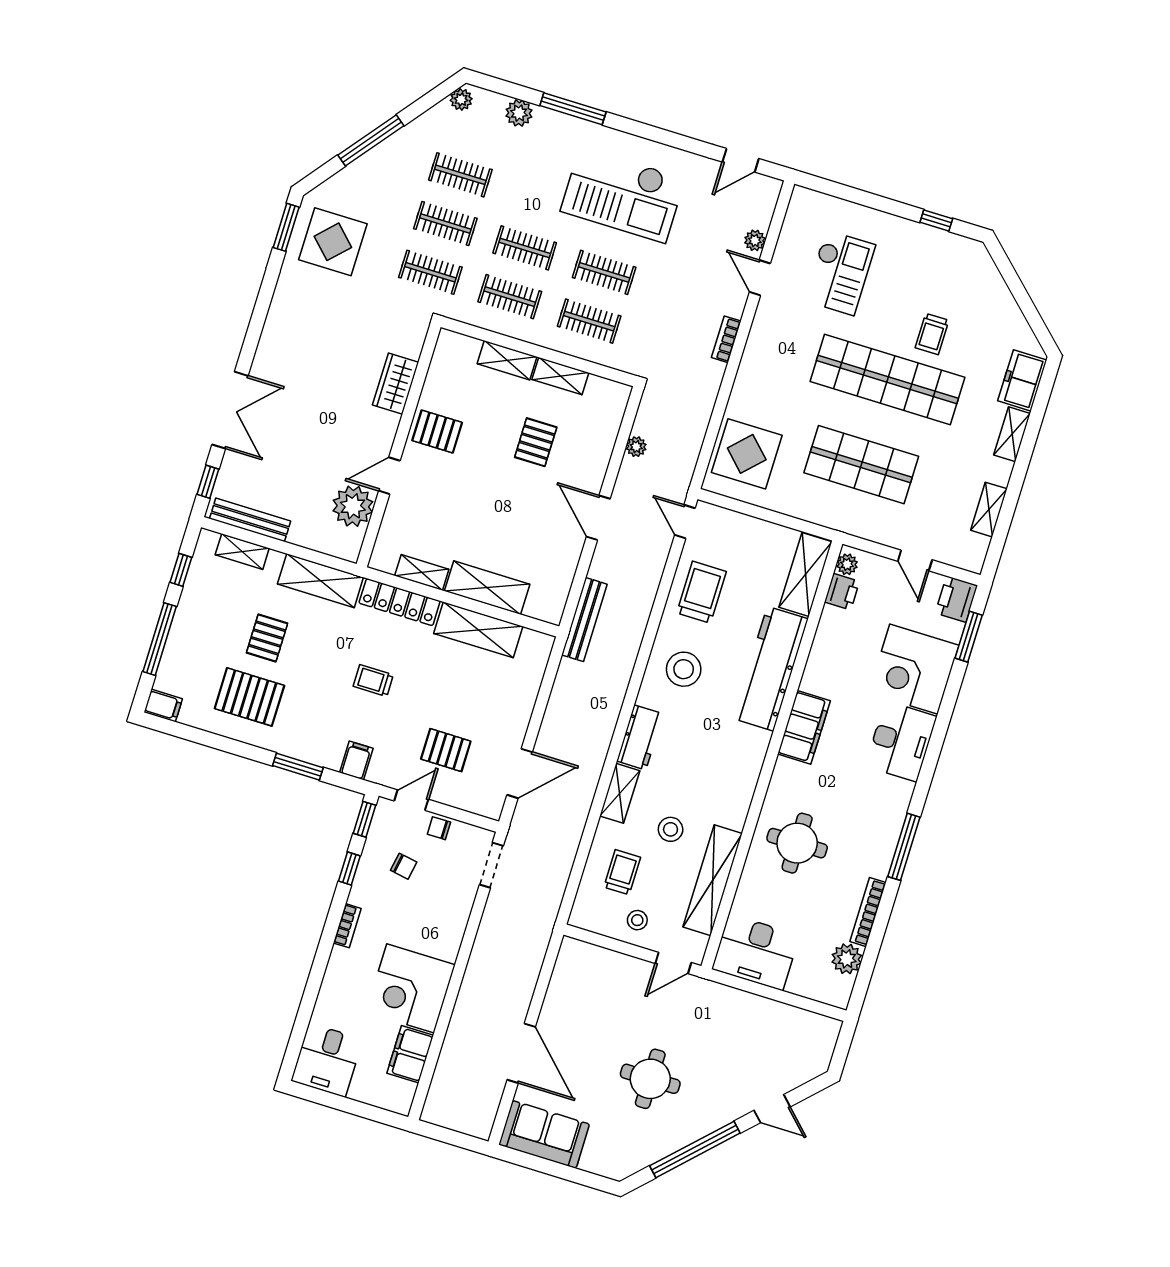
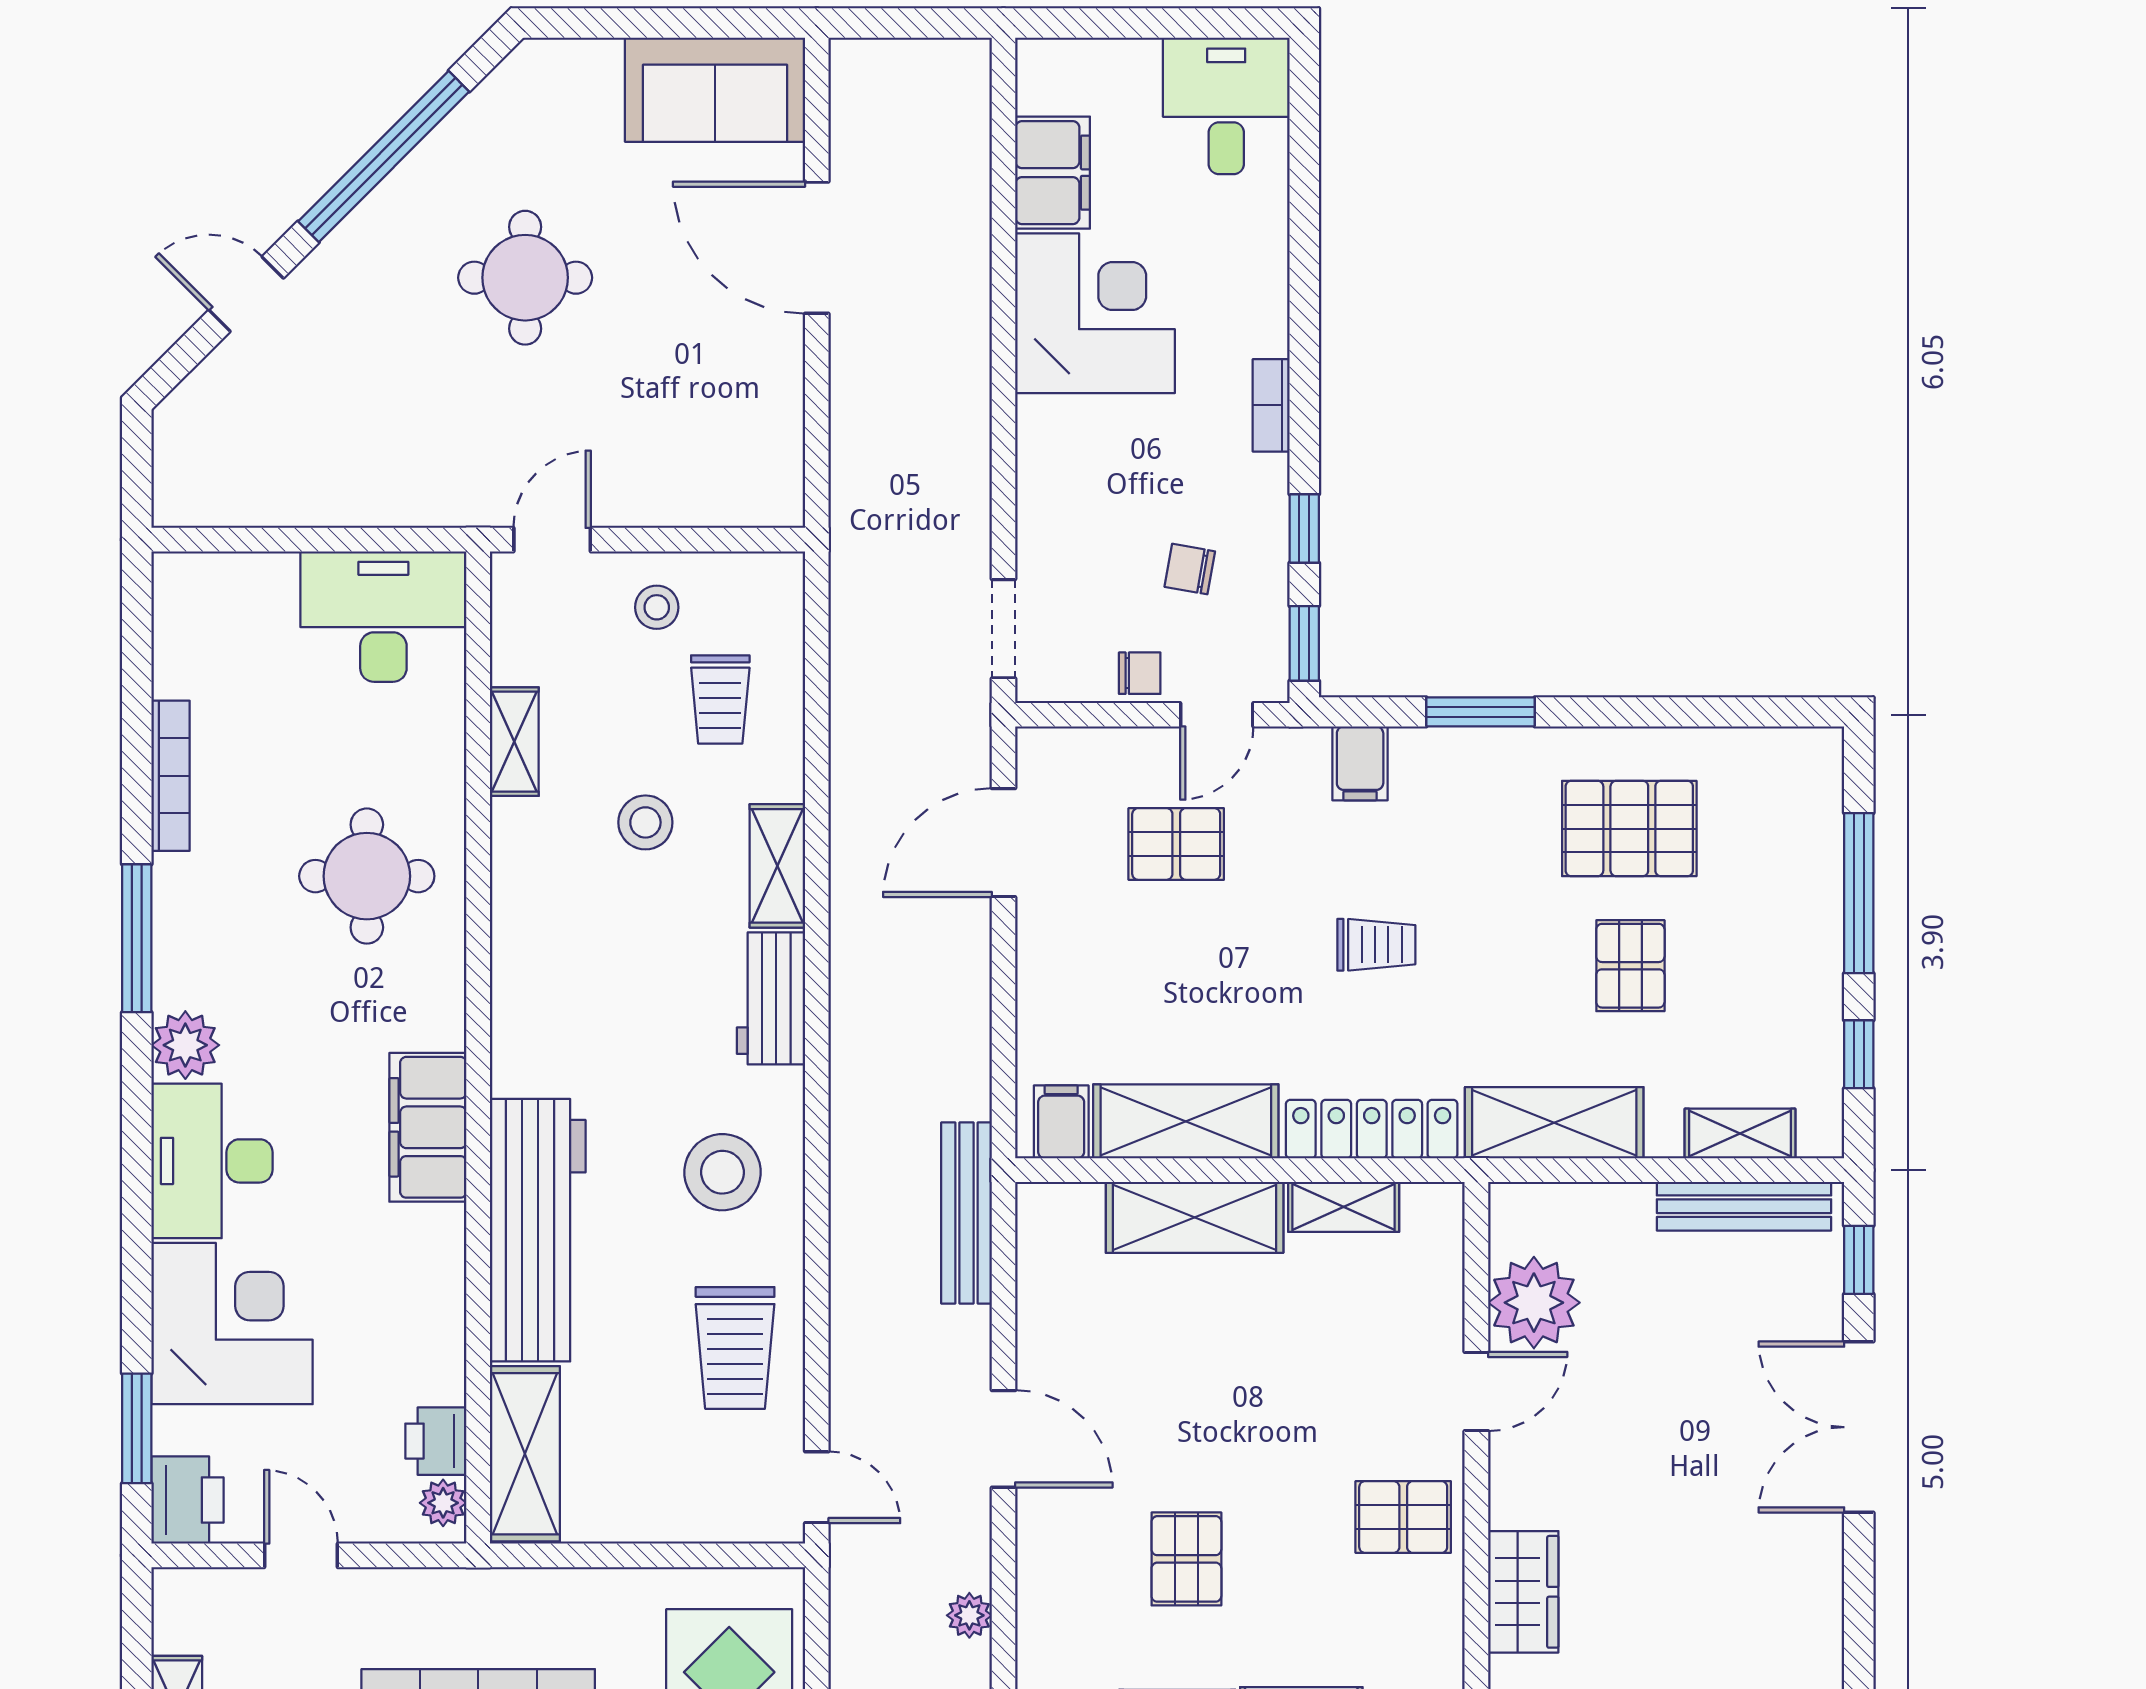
filing cabinet: (163, 705) -> (1061, 1122), moved, turned 90
shelving: (713, 880) -> (514, 742), width x0.45, depth x0.75
plant: (847, 959) -> (185, 1045), moved

